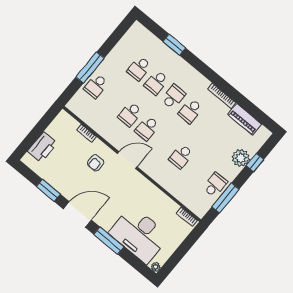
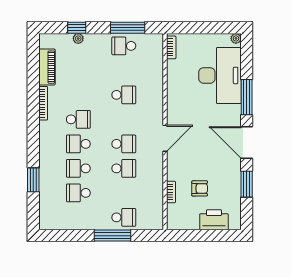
school desk: (139, 68) -> (78, 193), turned 180
school desk: (156, 83) -> (78, 168), turned 180
plant: (241, 158) -> (78, 38), width x0.53, depth x0.53
door: (127, 160) -> (165, 138), swing flipped
armchair: (95, 163) -> (200, 188), moved

